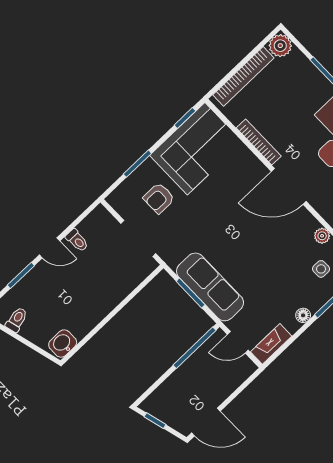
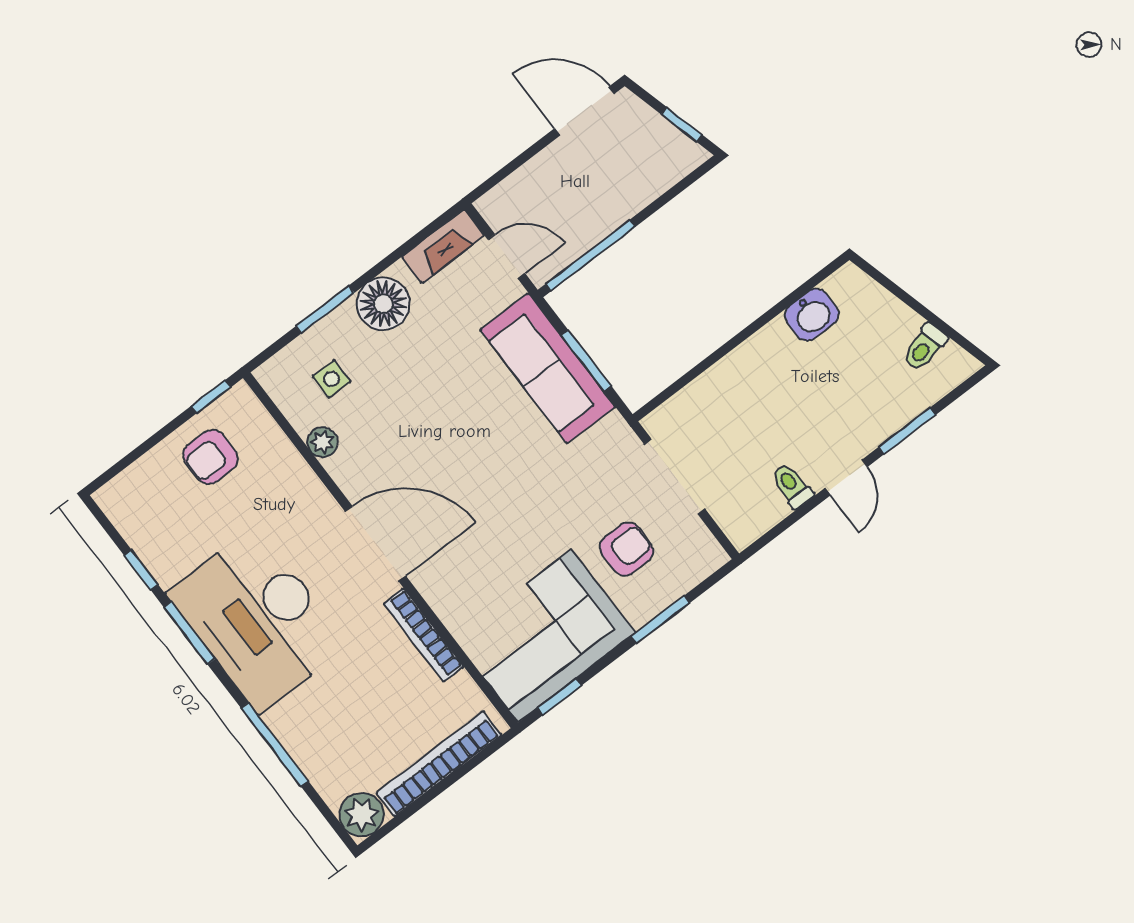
door: (50, 248) -> (846, 478), swing flipped
floor lamp: (303, 315) -> (383, 304), width x1.89, depth x1.89
washbasin: (63, 344) -> (812, 315), moved

